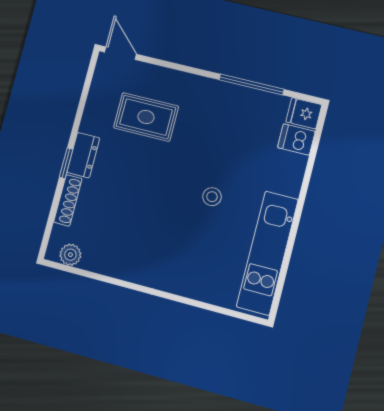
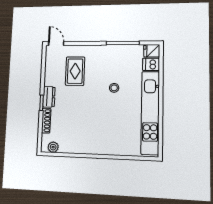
rug: (146, 117) -> (75, 71), turned 90
stool: (212, 197) -> (114, 88), moved
kitchen unit: (267, 253) -> (150, 113), width x1.36

